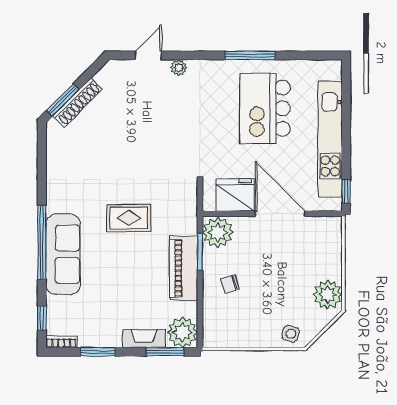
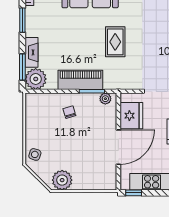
plant: (218, 232) -> (105, 99), width x0.53, depth x0.53

